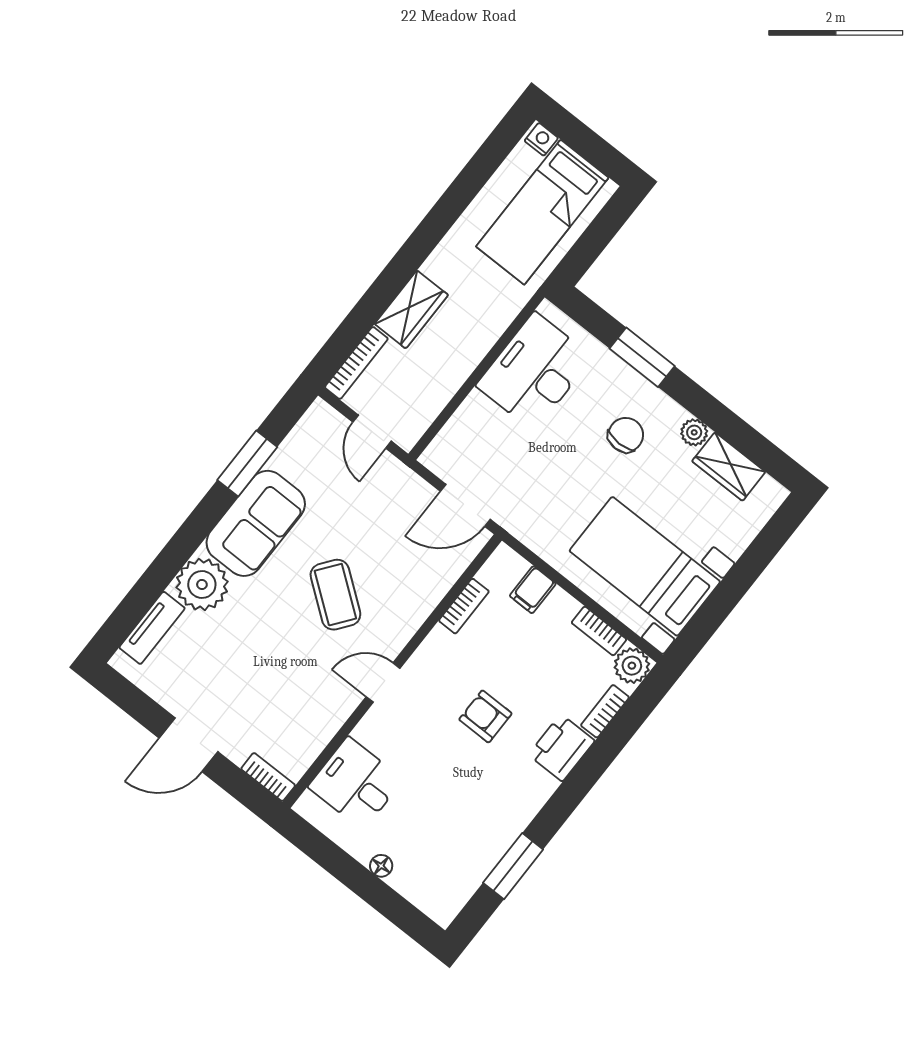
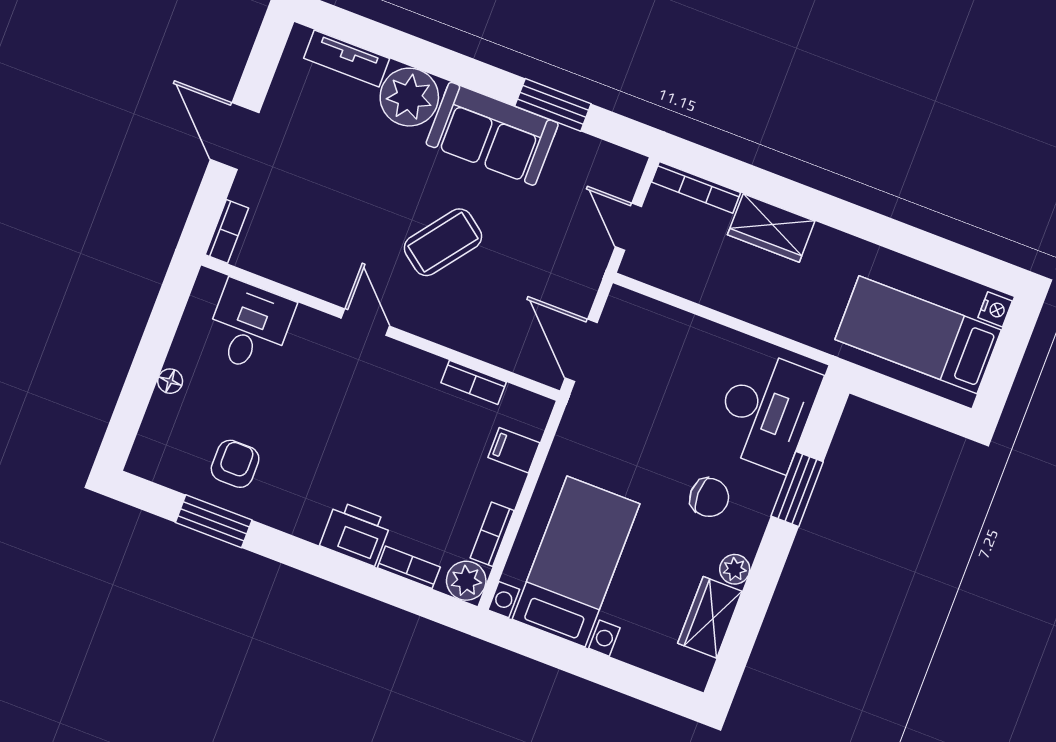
desk: (534, 372) -> (766, 410), moved, turned 90
door: (372, 432) -> (628, 227), hinge flipped
armchair: (485, 716) -> (235, 464), moved

